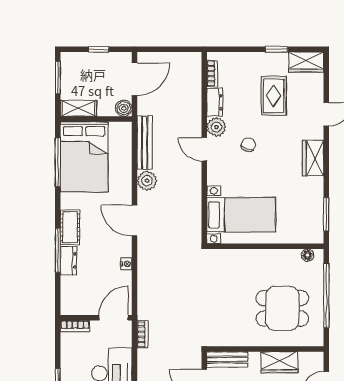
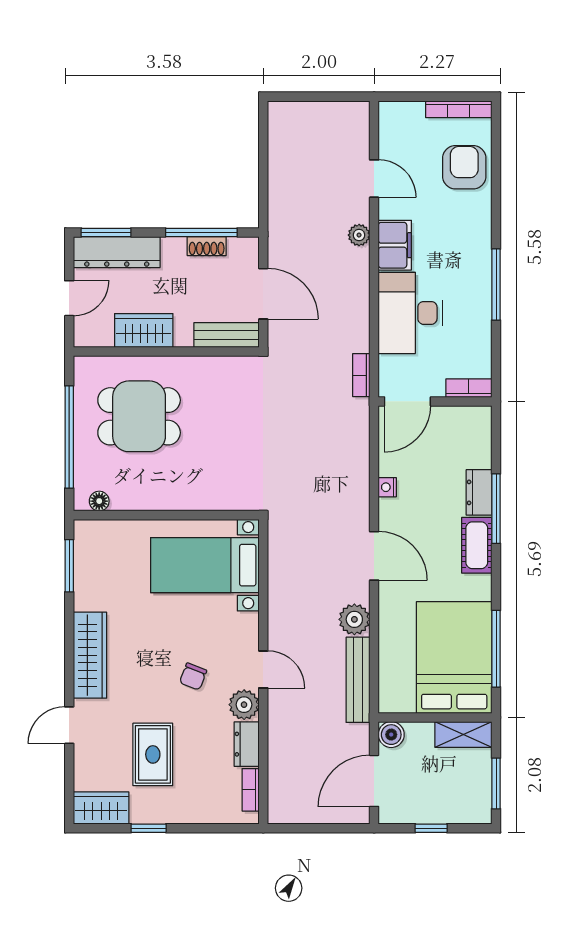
wardrobe: (313, 158) -> (90, 655), width x1.50

